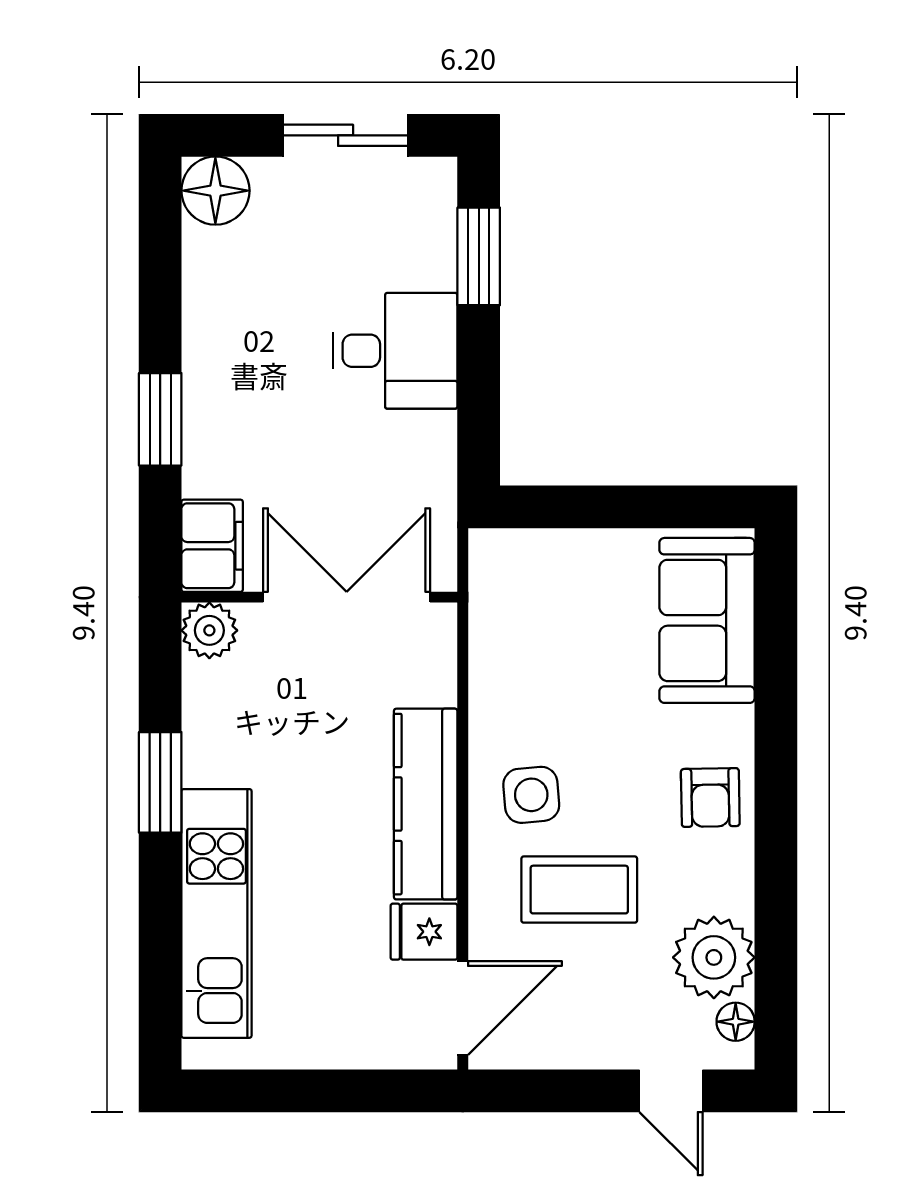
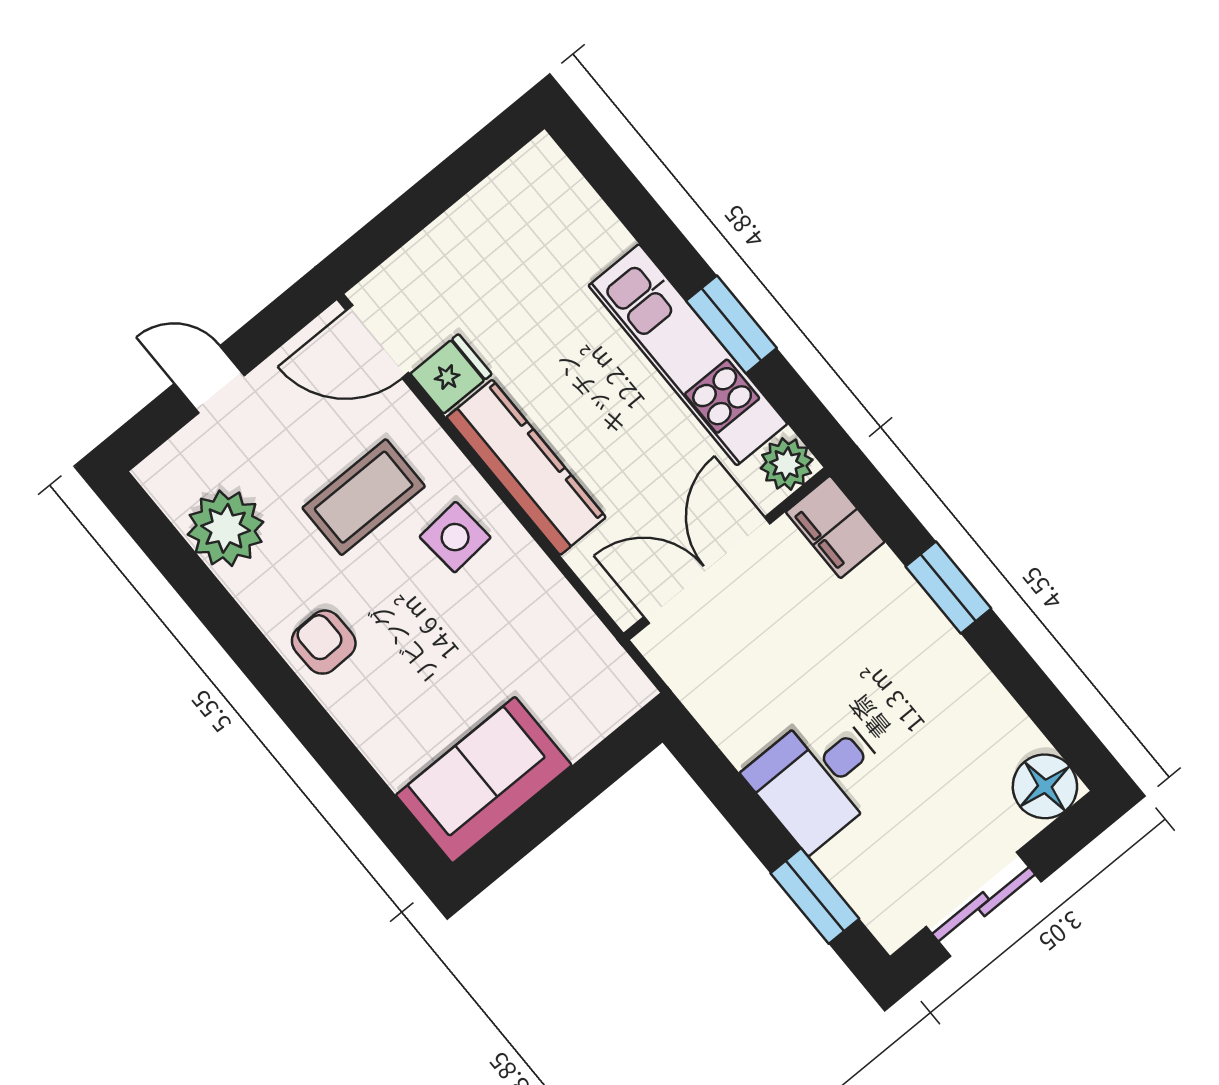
double door: (347, 597) -> (707, 570), swing flipped
sofa: (707, 620) -> (484, 780), moved, turned -90
kitchen unit: (216, 913) -> (688, 355), moved
door: (463, 1008) -> (377, 342), hinge flipped
floor lamp: (736, 1022) -> (171, 495), removed
door: (671, 1091) -> (209, 379), moved

